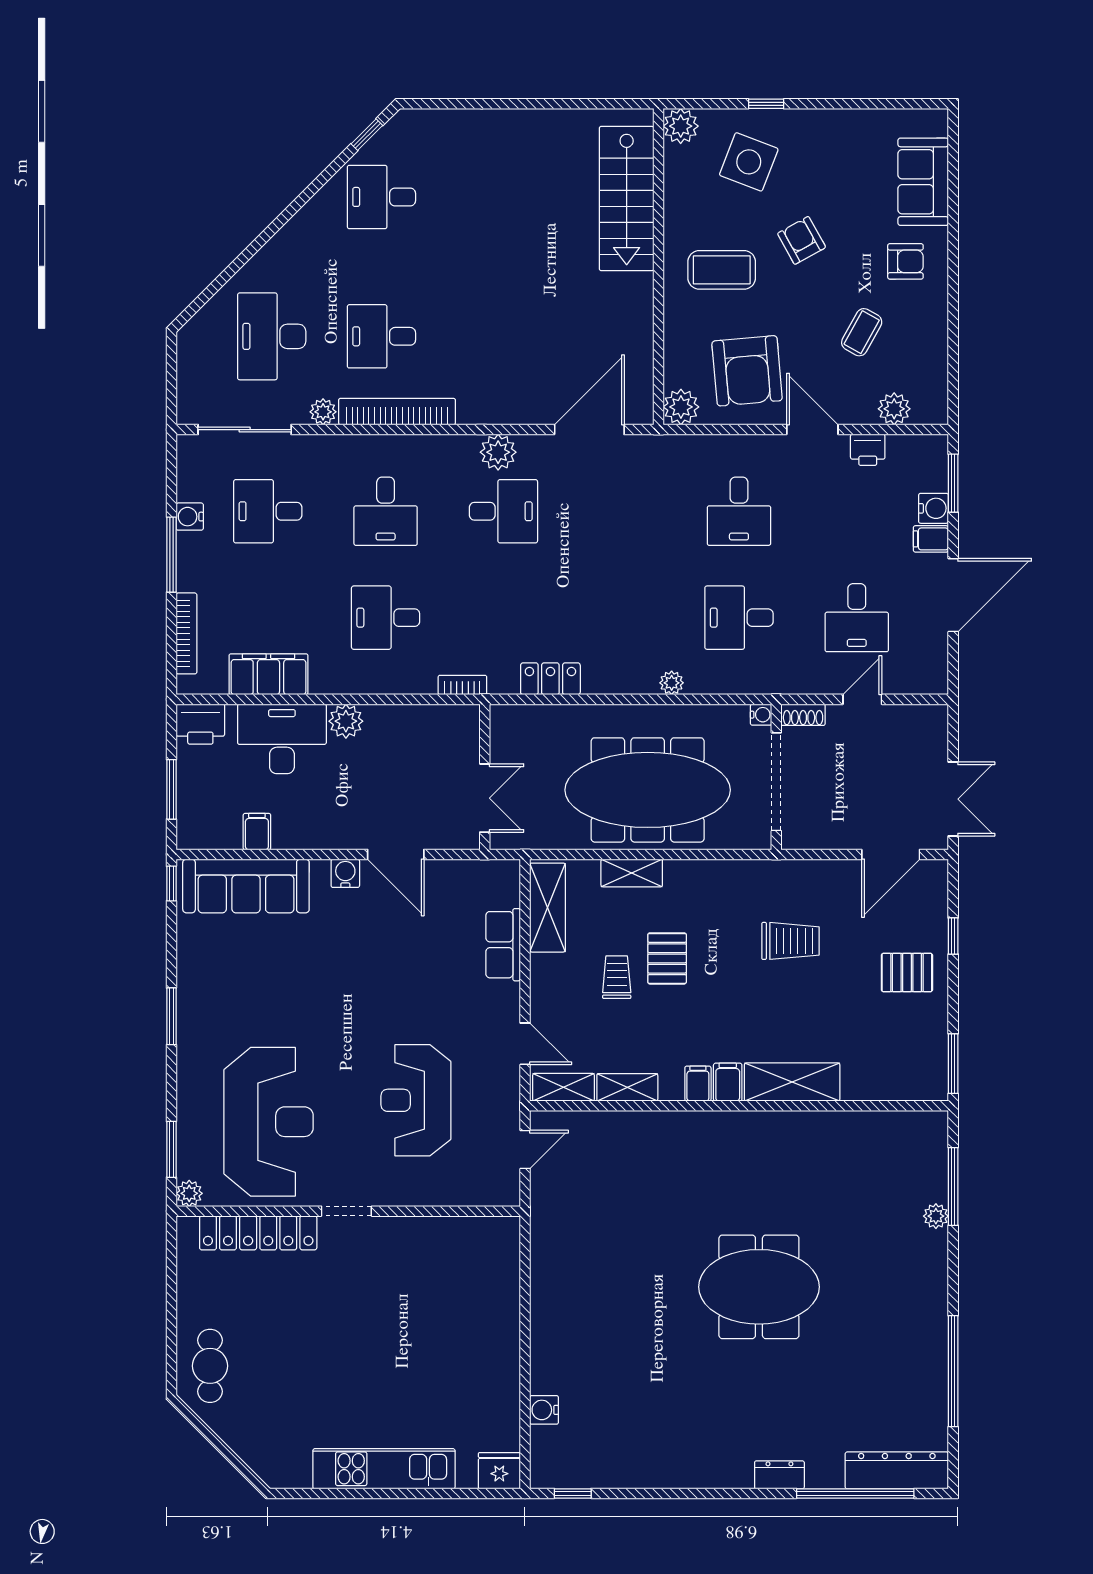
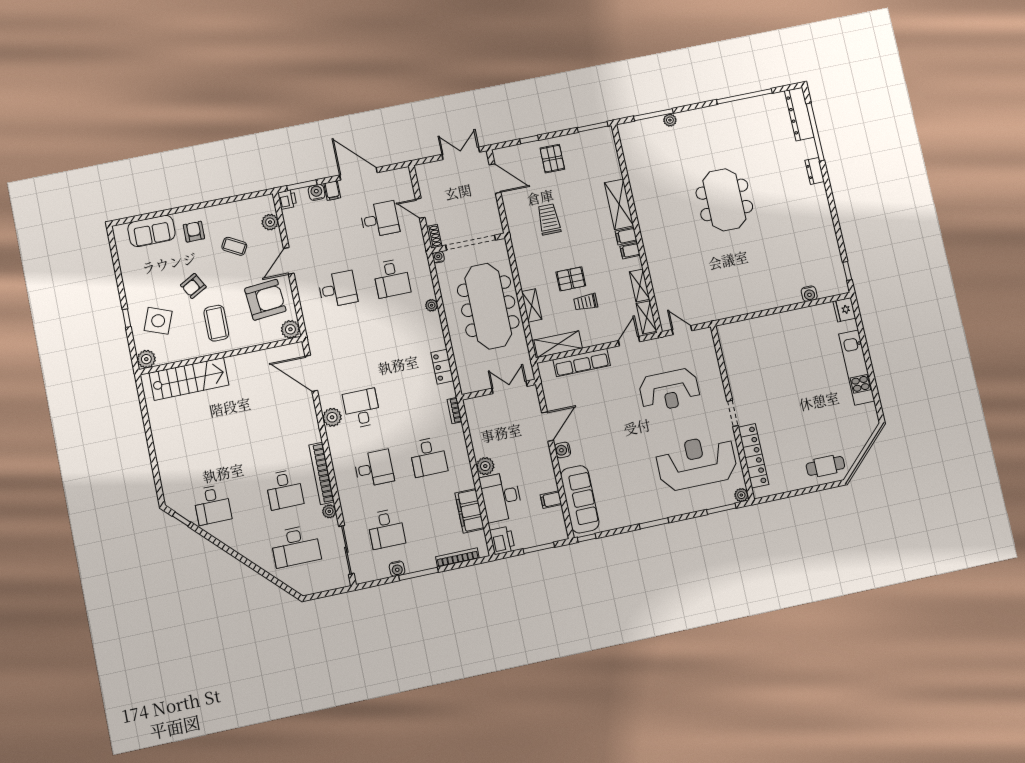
printer: (868, 450) -> (287, 199), moved
row of seats: (503, 945) -> (582, 363), width x1.48

